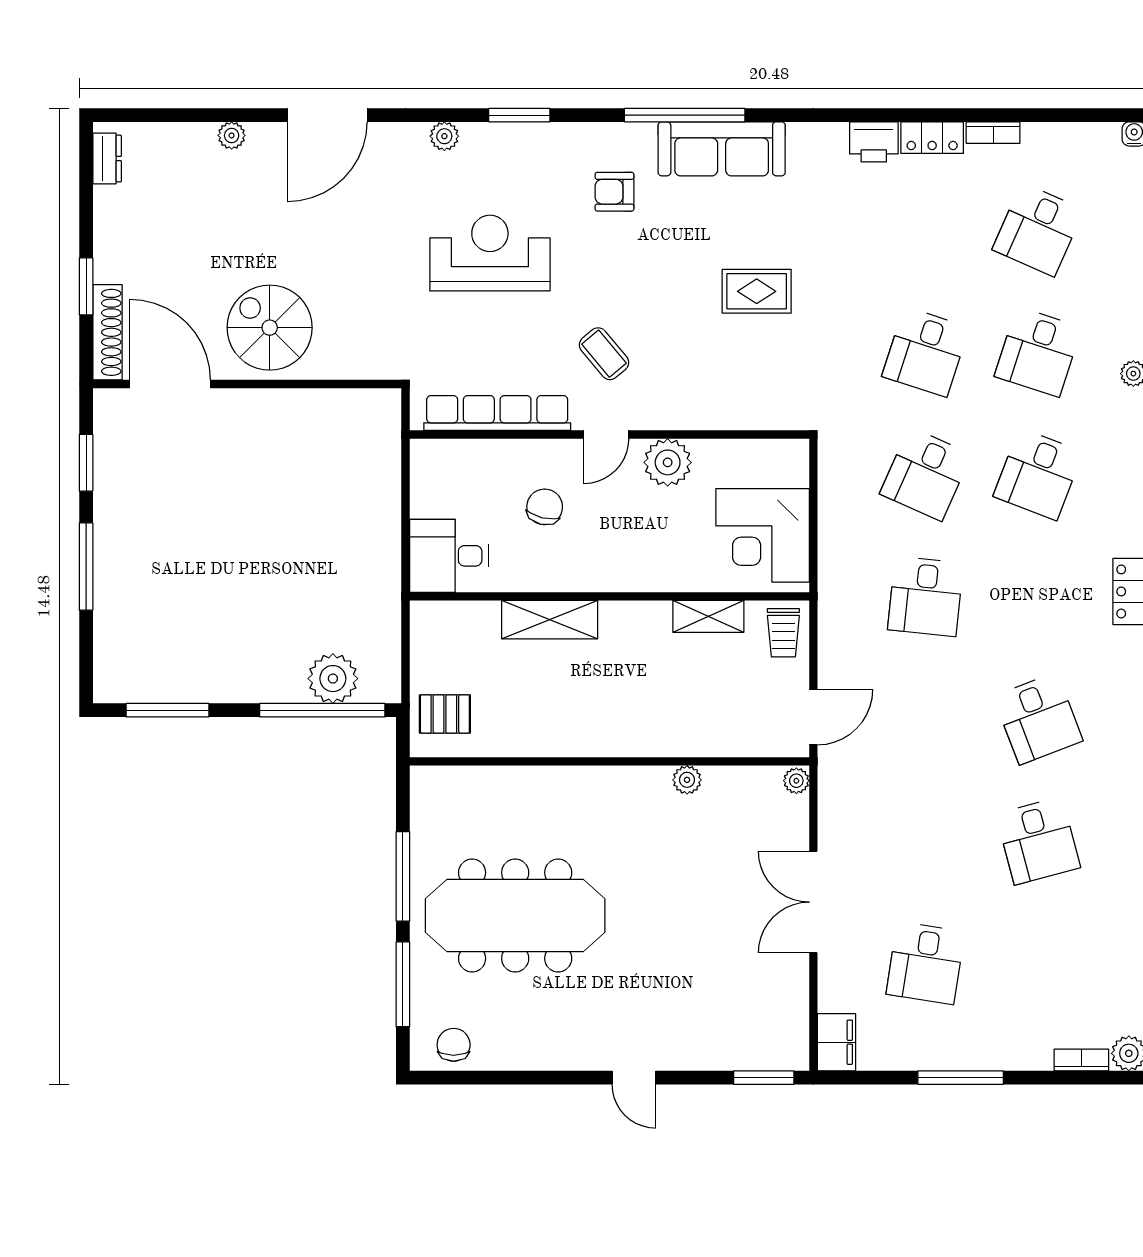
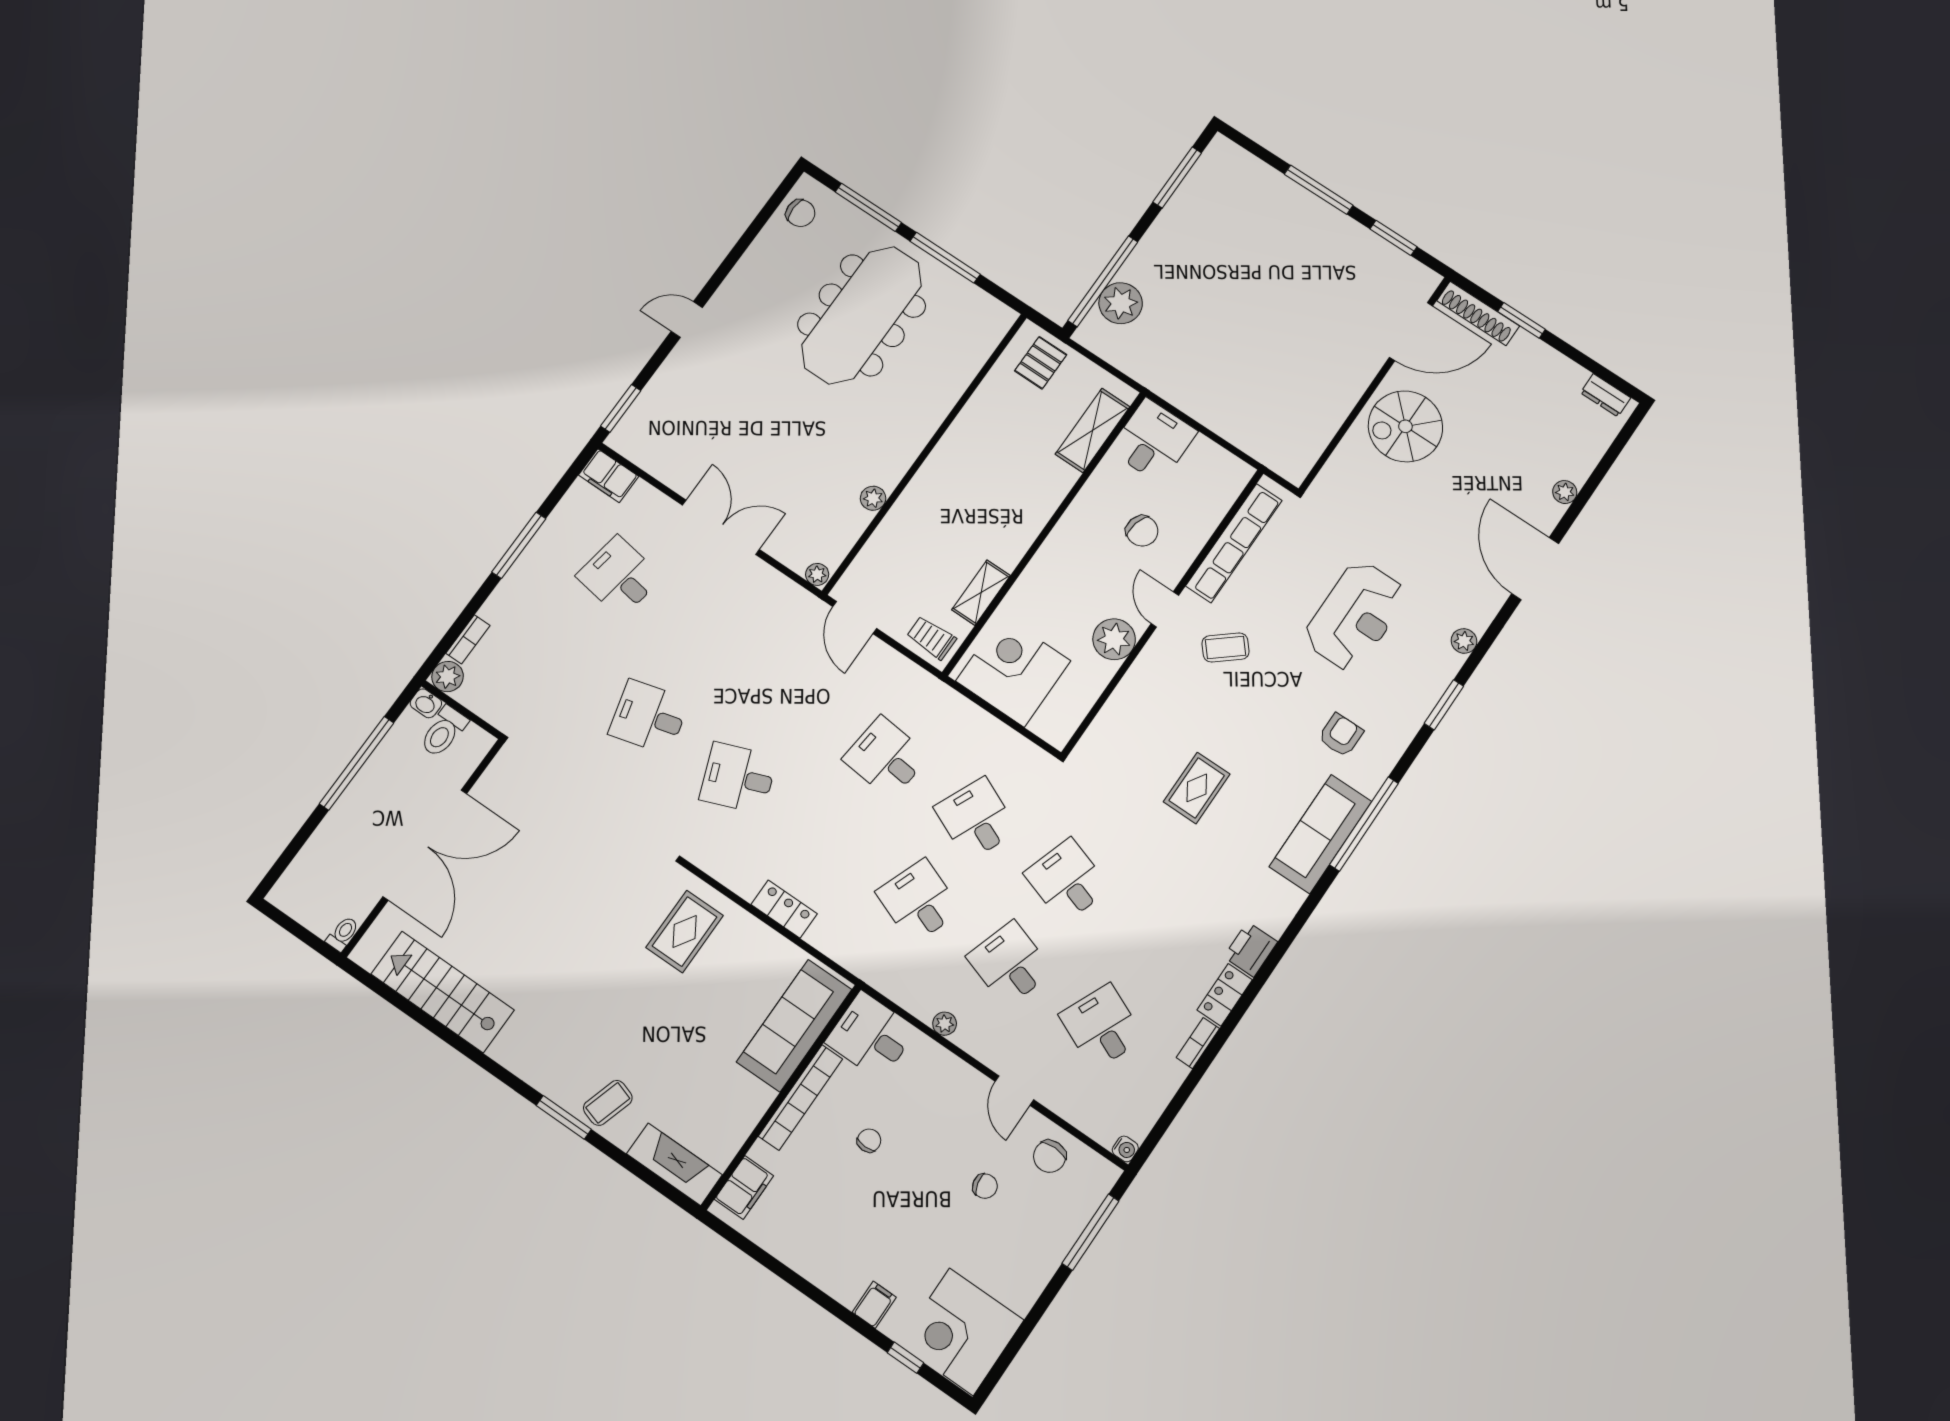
spiral stairs: (270, 328) -> (1405, 426), turned 180
shelving: (550, 620) -> (1093, 430), moved

